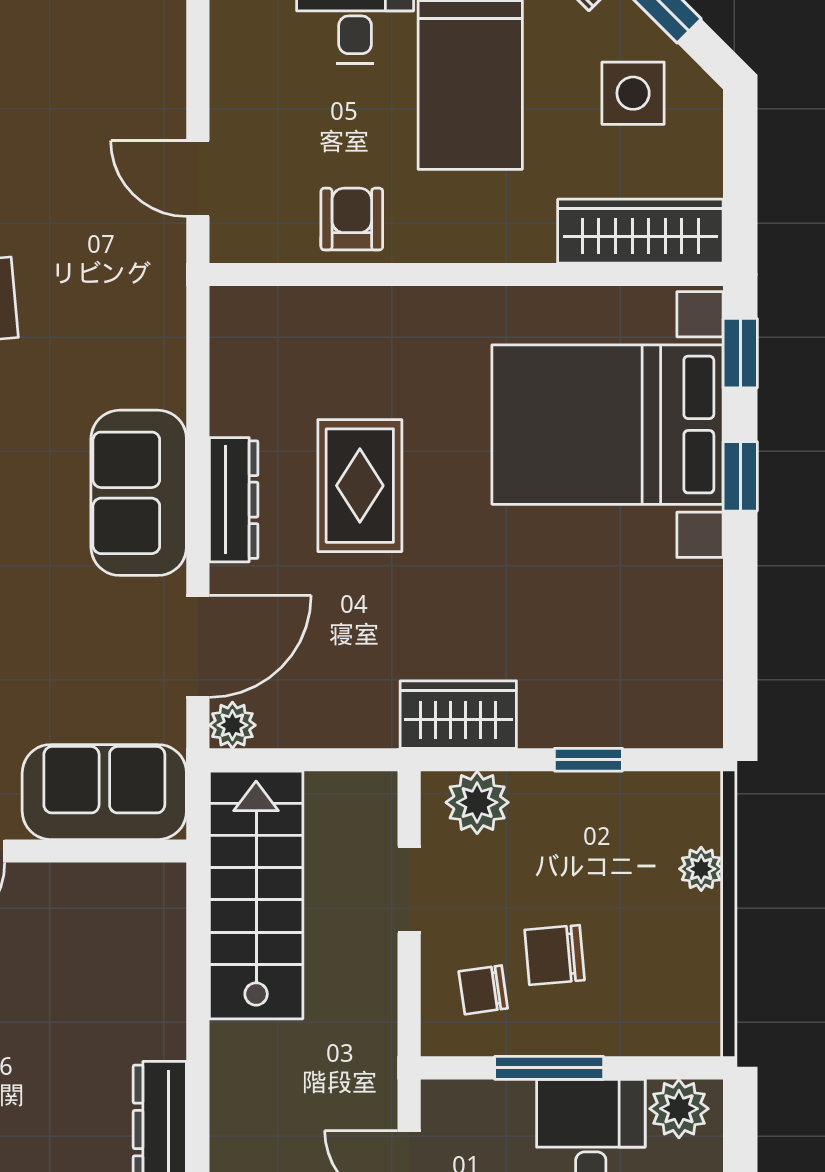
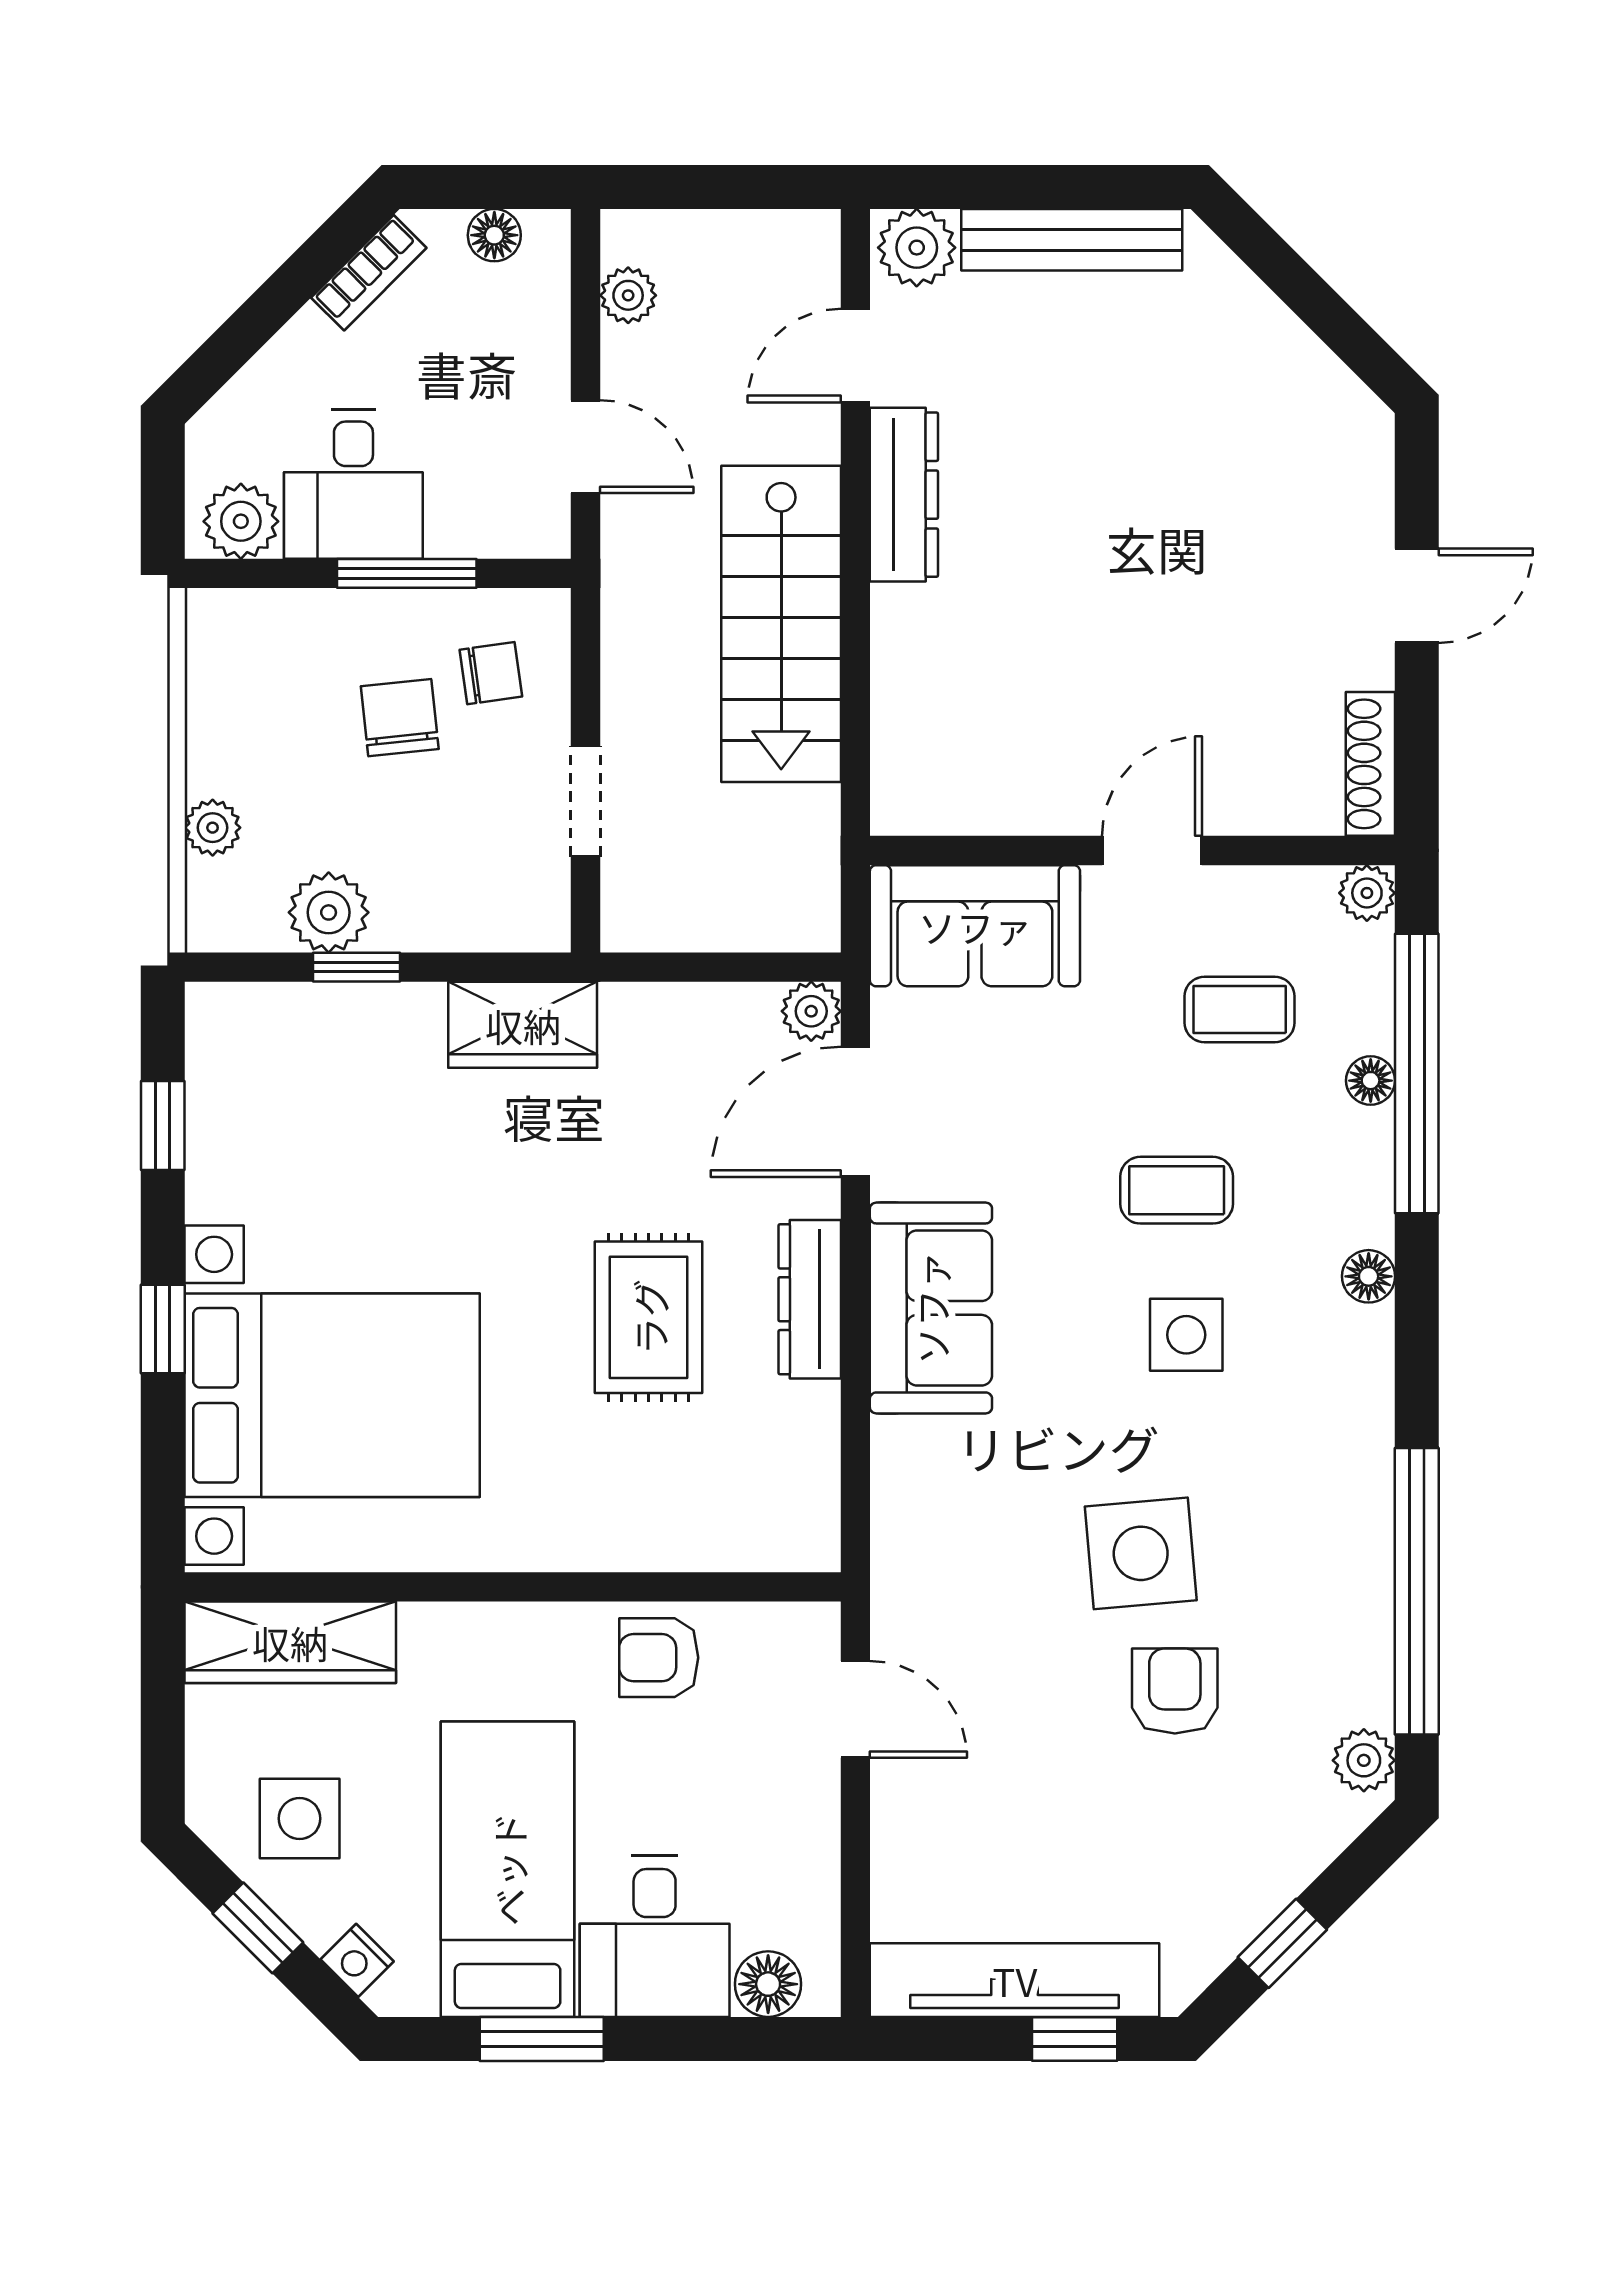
armchair: (352, 219) -> (659, 1658), turned 90
window: (740, 353) -> (163, 1125), moved
plant: (477, 802) -> (329, 912), moved
stairs: (256, 895) -> (781, 624), moved
chair: (555, 955) -> (400, 718), turned -91

